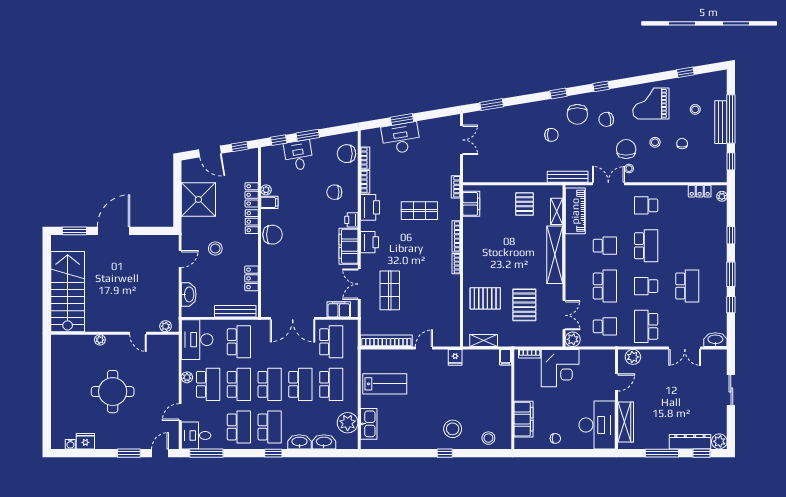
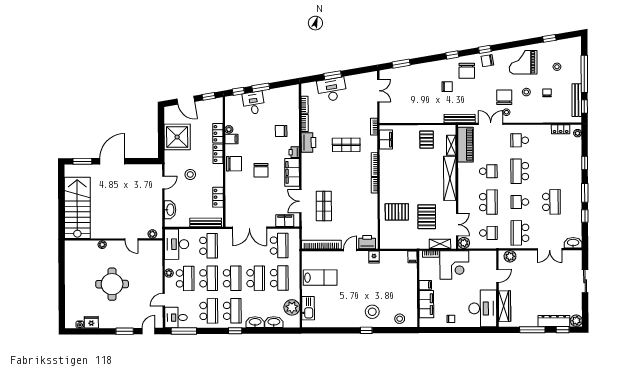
chair: (606, 119) -> (487, 61), moved
bench: (721, 122) -> (577, 100), moved
chair: (347, 154) -> (261, 170), moved, turned -90
printer: (369, 242) -> (367, 242), moved, turned -90
school desk: (646, 246) -> (520, 171), turned 180
shelving: (484, 340) -> (440, 244), moved
filing cabinet: (522, 394) -> (425, 285), added

